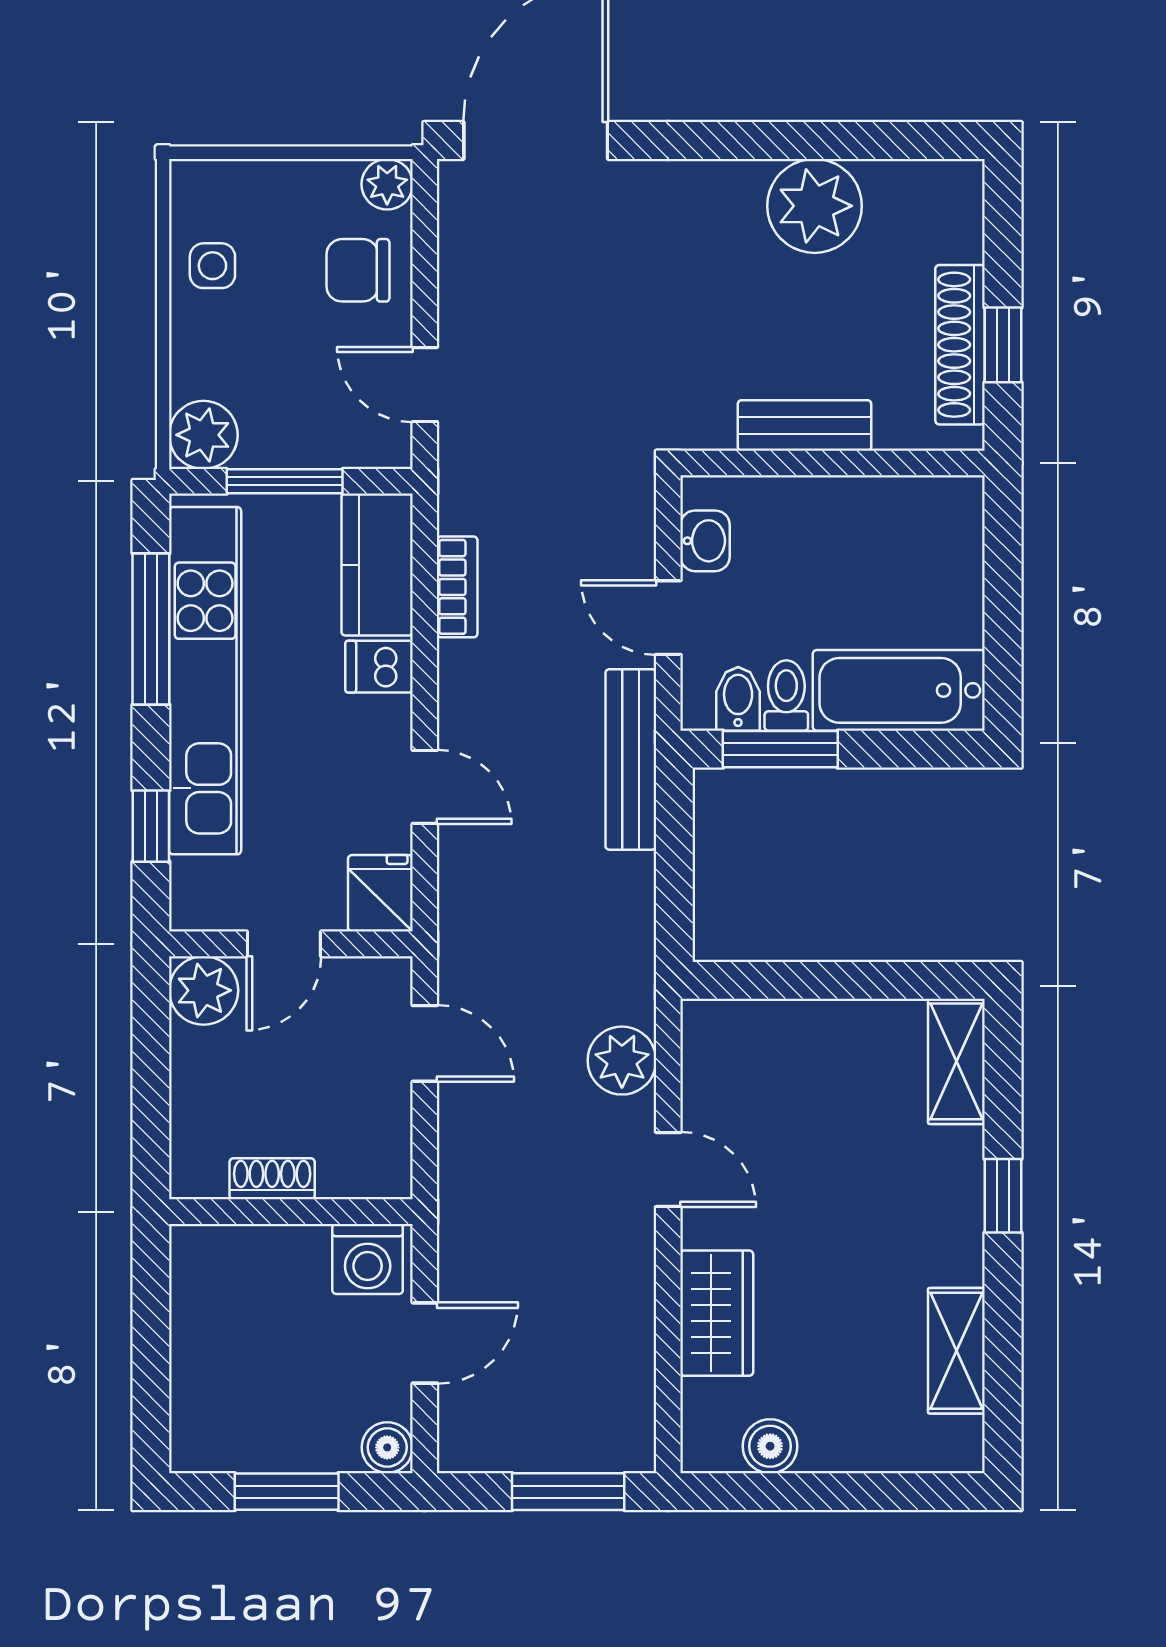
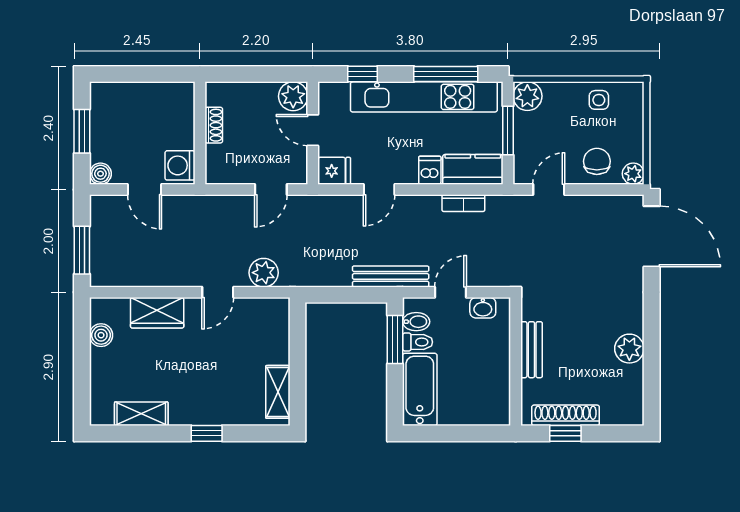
plant: (815, 206) -> (629, 349), width x0.73, depth x0.73
shelving: (956, 1061) -> (278, 392), moved, turned 90

